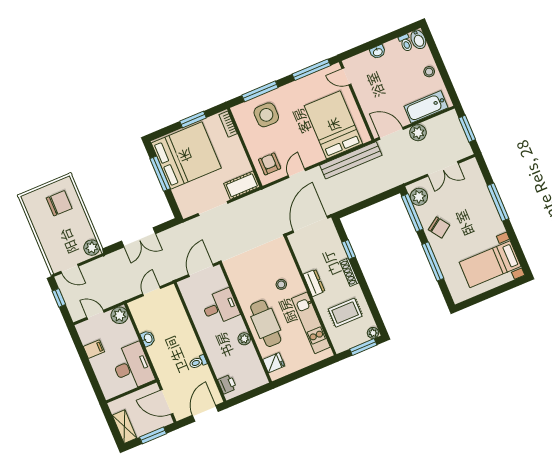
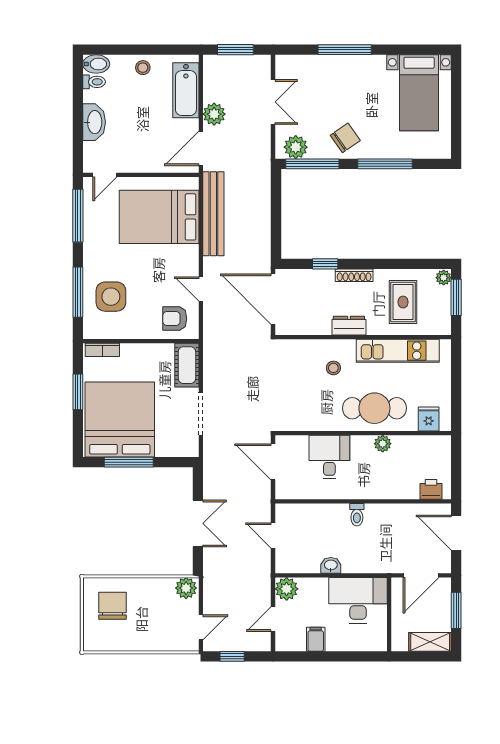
washbasin: (378, 52) -> (94, 122), width x1.91, depth x1.45
toilet: (198, 362) -> (357, 515), moved

